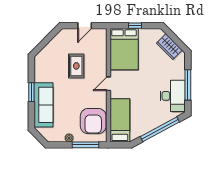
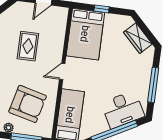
desk: (173, 96) -> (123, 110), moved, turned 62
armchair: (93, 121) -> (28, 104), moved, turned -76

